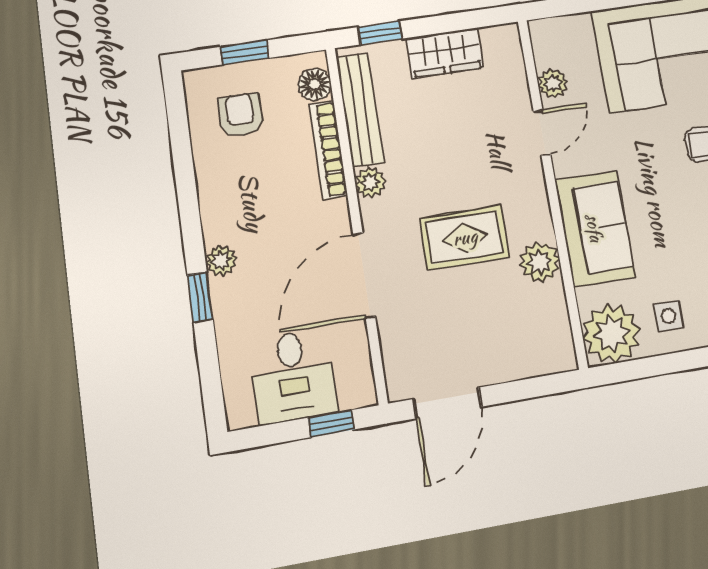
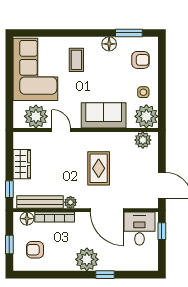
plant: (553, 83) -> (36, 116), width x1.87, depth x1.87
plant: (221, 261) -> (87, 259), width x1.87, depth x1.87
plant: (540, 262) -> (143, 140), moved
desk: (293, 376) -> (139, 229), moved, turned -90

